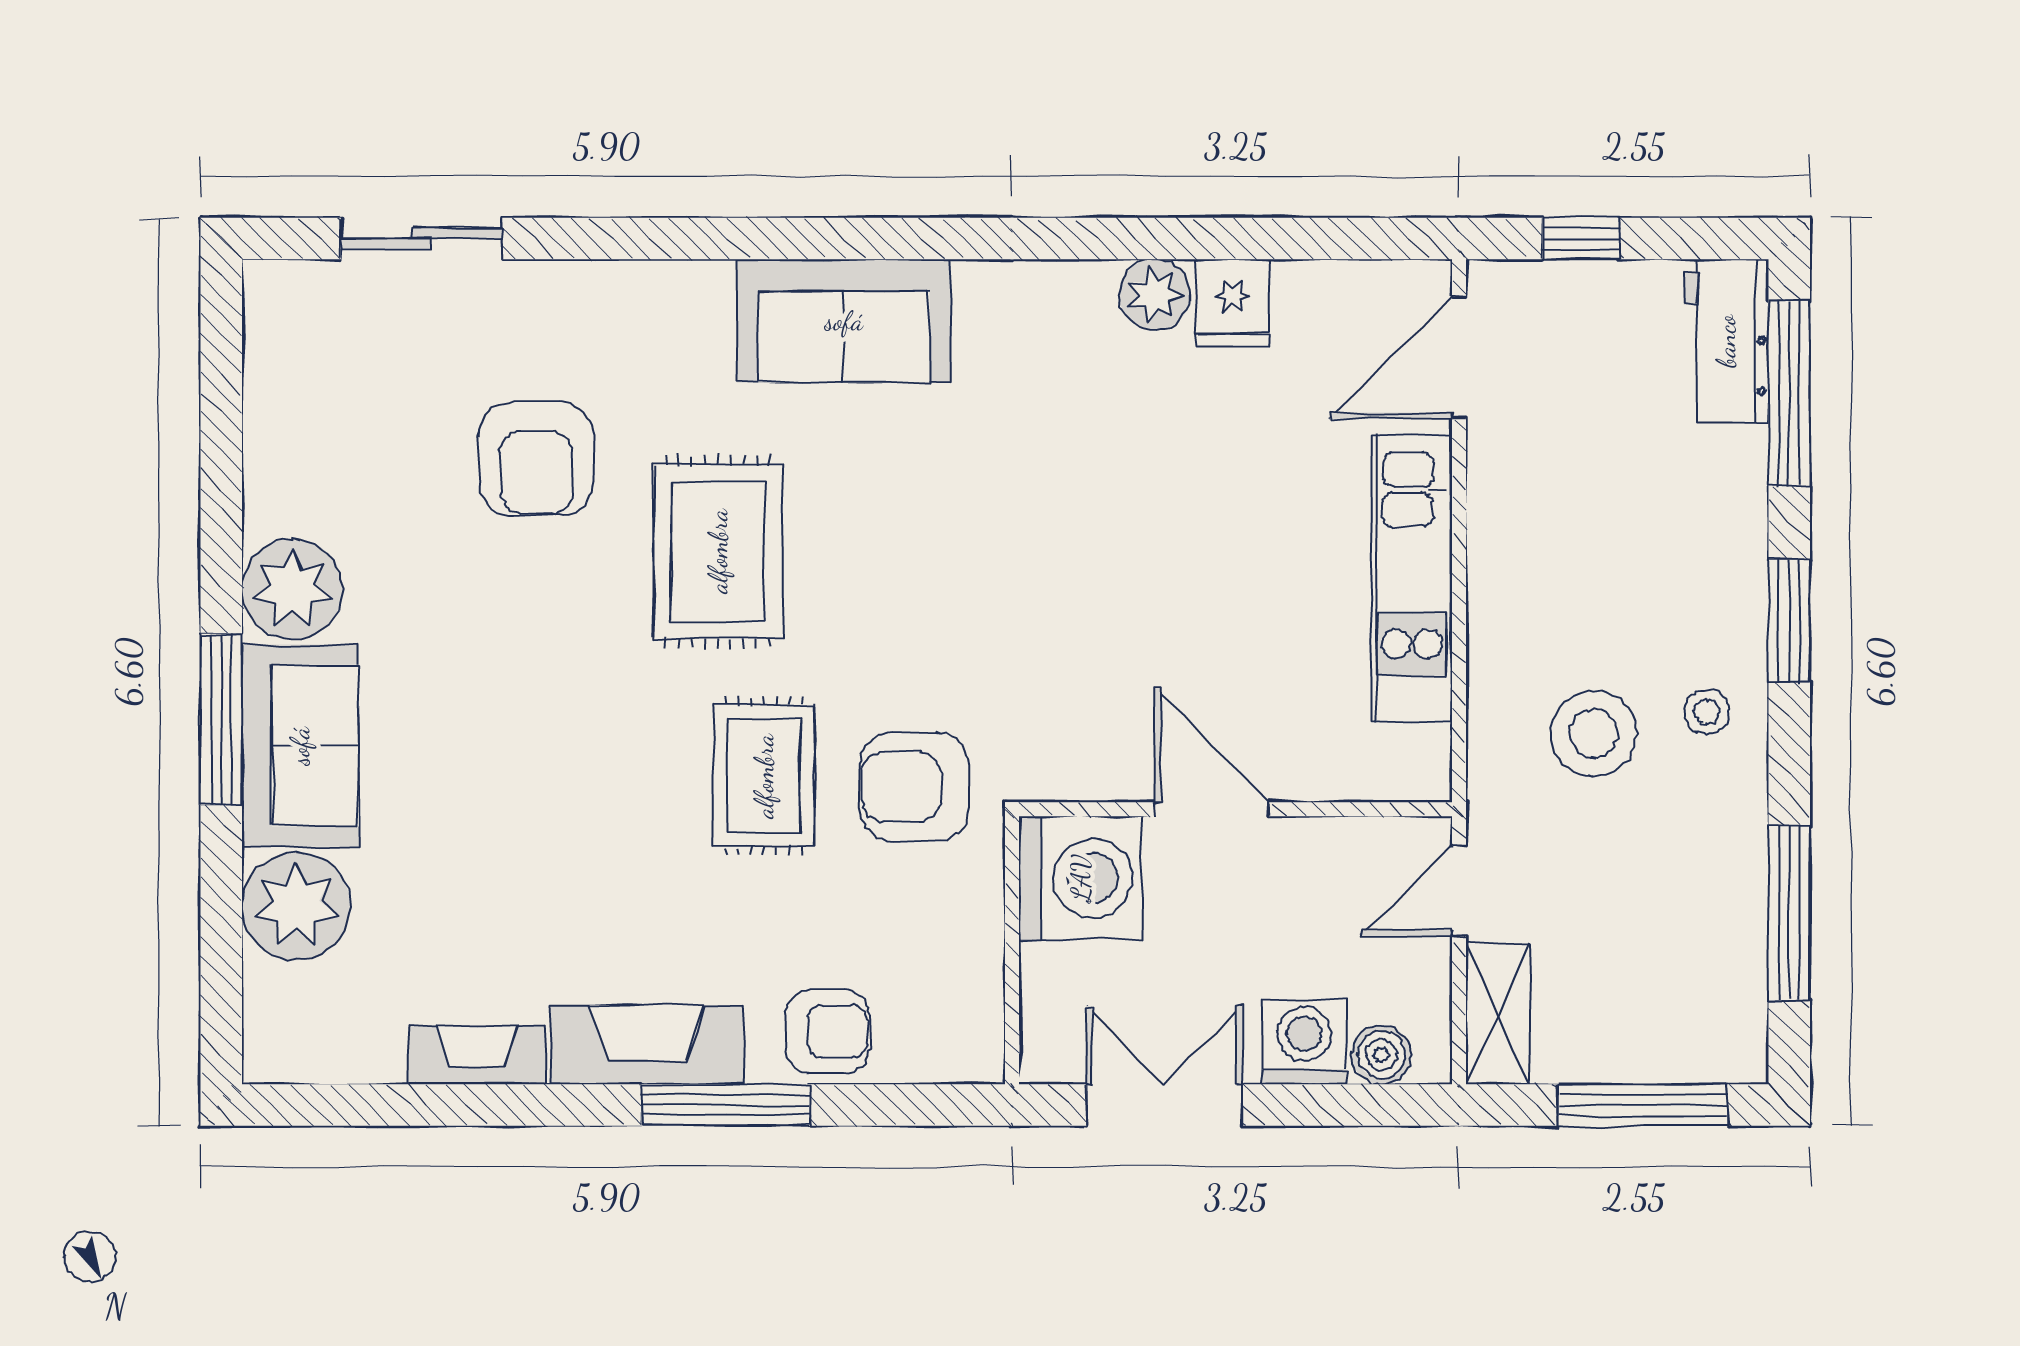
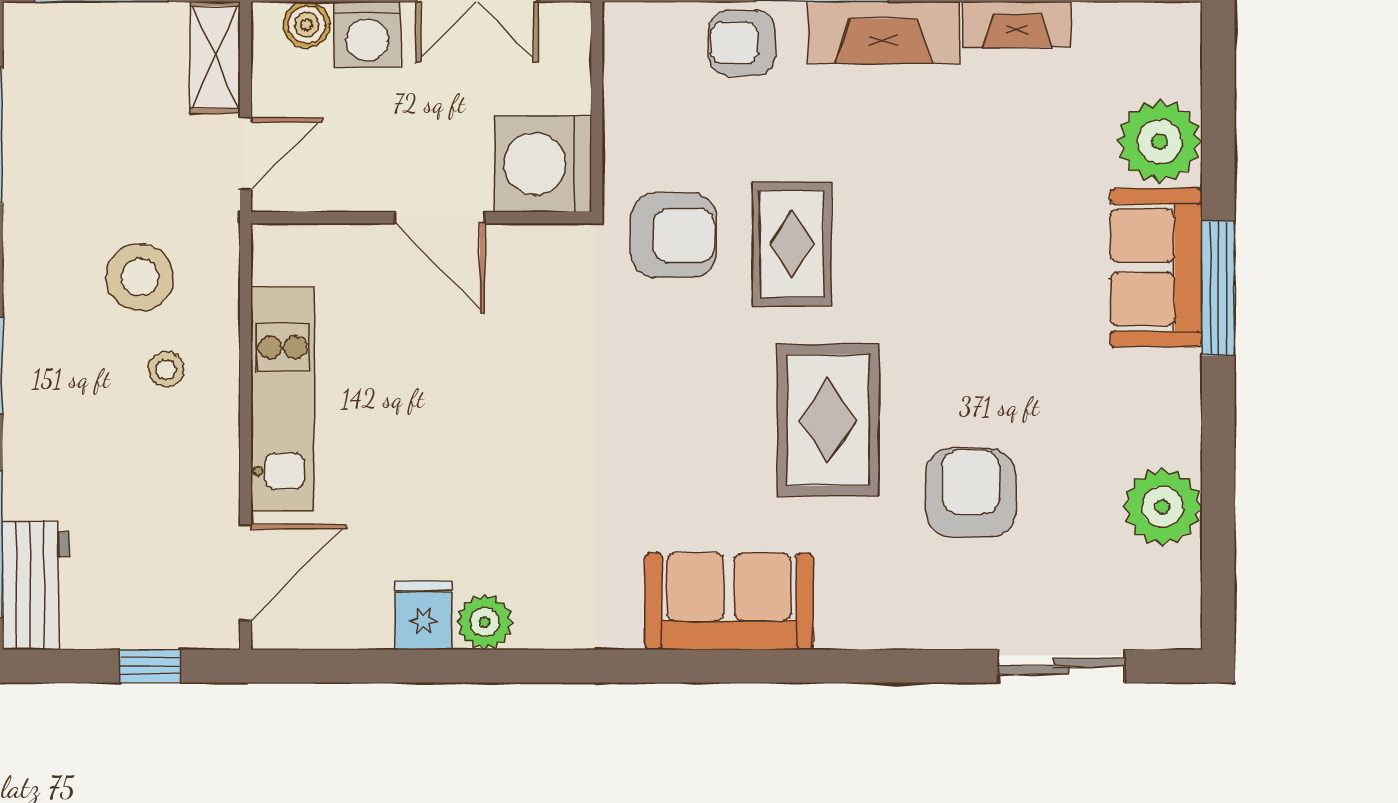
plant: (292, 589) -> (1162, 507), moved
stool: (1707, 712) -> (166, 369), moved

